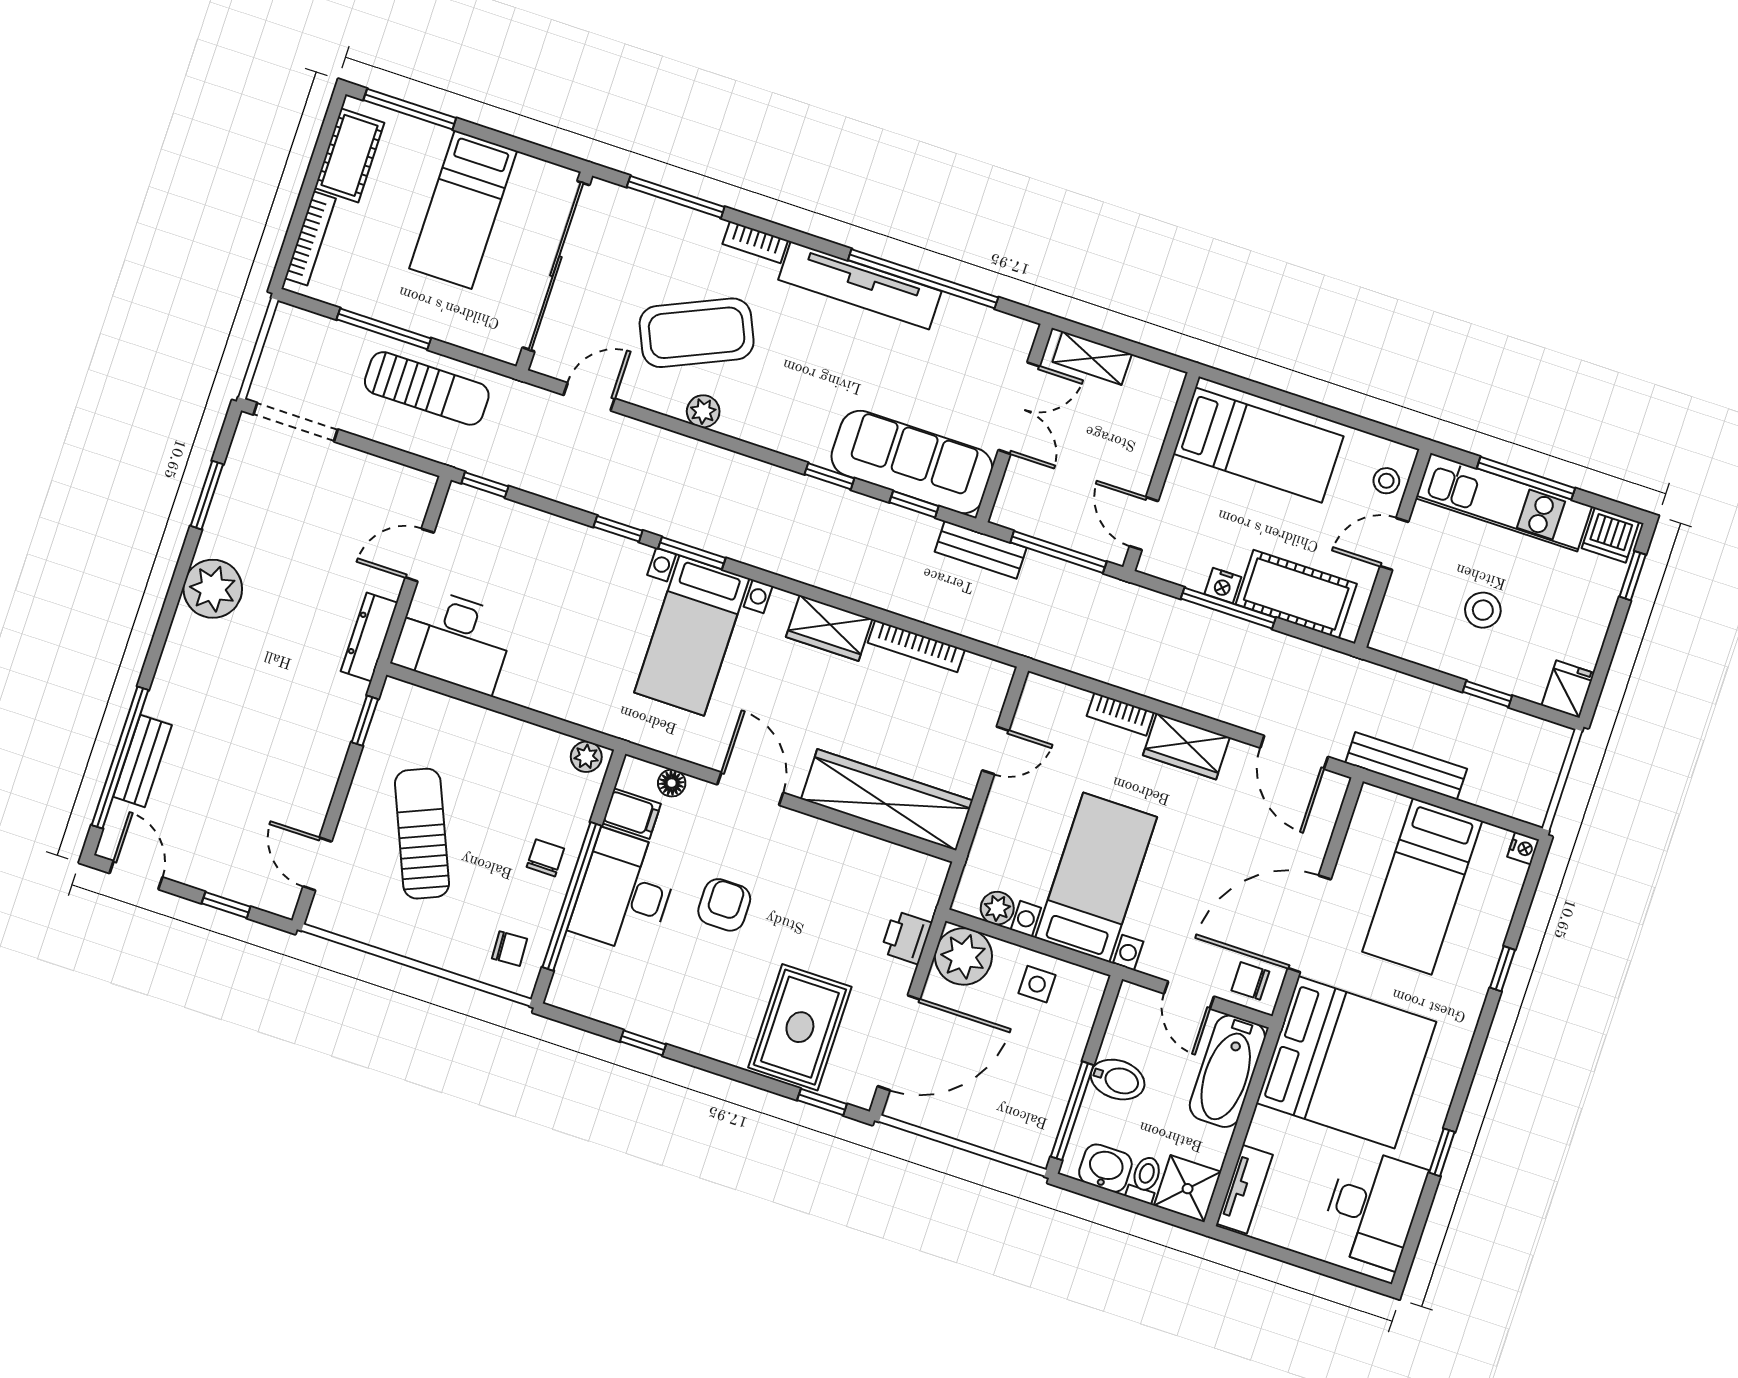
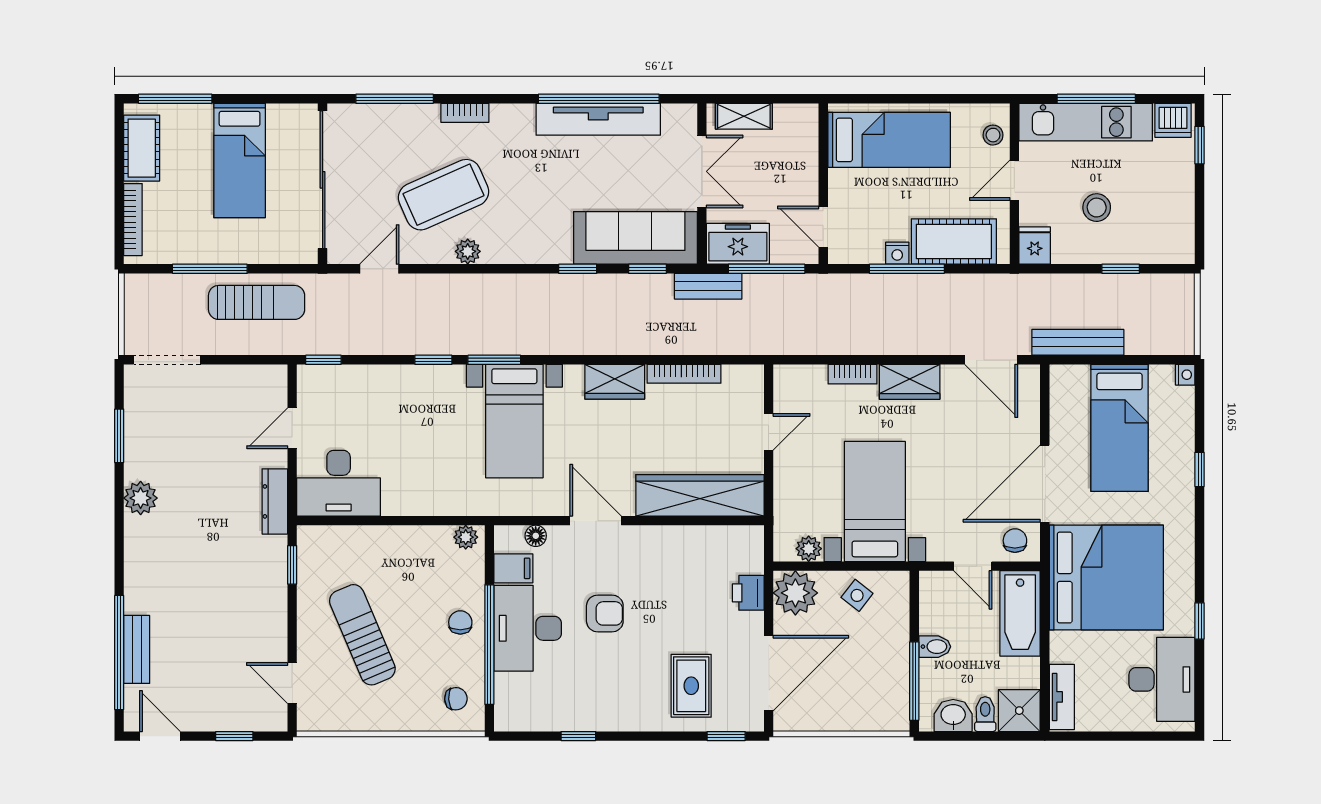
tv unit: (860, 285) -> (598, 119), moved
freezer: (1034, 510) -> (738, 244), added
plant: (213, 589) -> (141, 498), width x0.73, depth x0.73
fridge: (1568, 689) -> (1035, 245), moved
armchair: (724, 905) -> (605, 613), turned 90
chair: (1250, 981) -> (1015, 541), turned 90
side table: (1037, 984) -> (857, 595), turned 38
rug: (800, 1027) -> (691, 686), width x0.73, depth x0.70
bidet: (1118, 1080) -> (935, 647), width x0.72, depth x0.74

